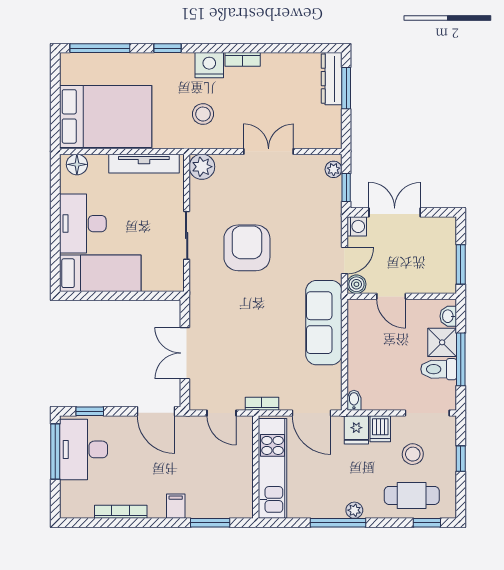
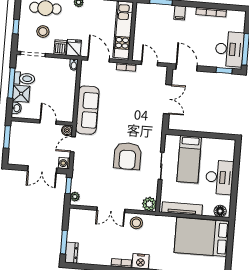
dresser: (332, 79) -> (71, 253), width x0.70
stool: (203, 114) -> (136, 223), moved
bed: (100, 273) -> (189, 159), moved, turned -90

